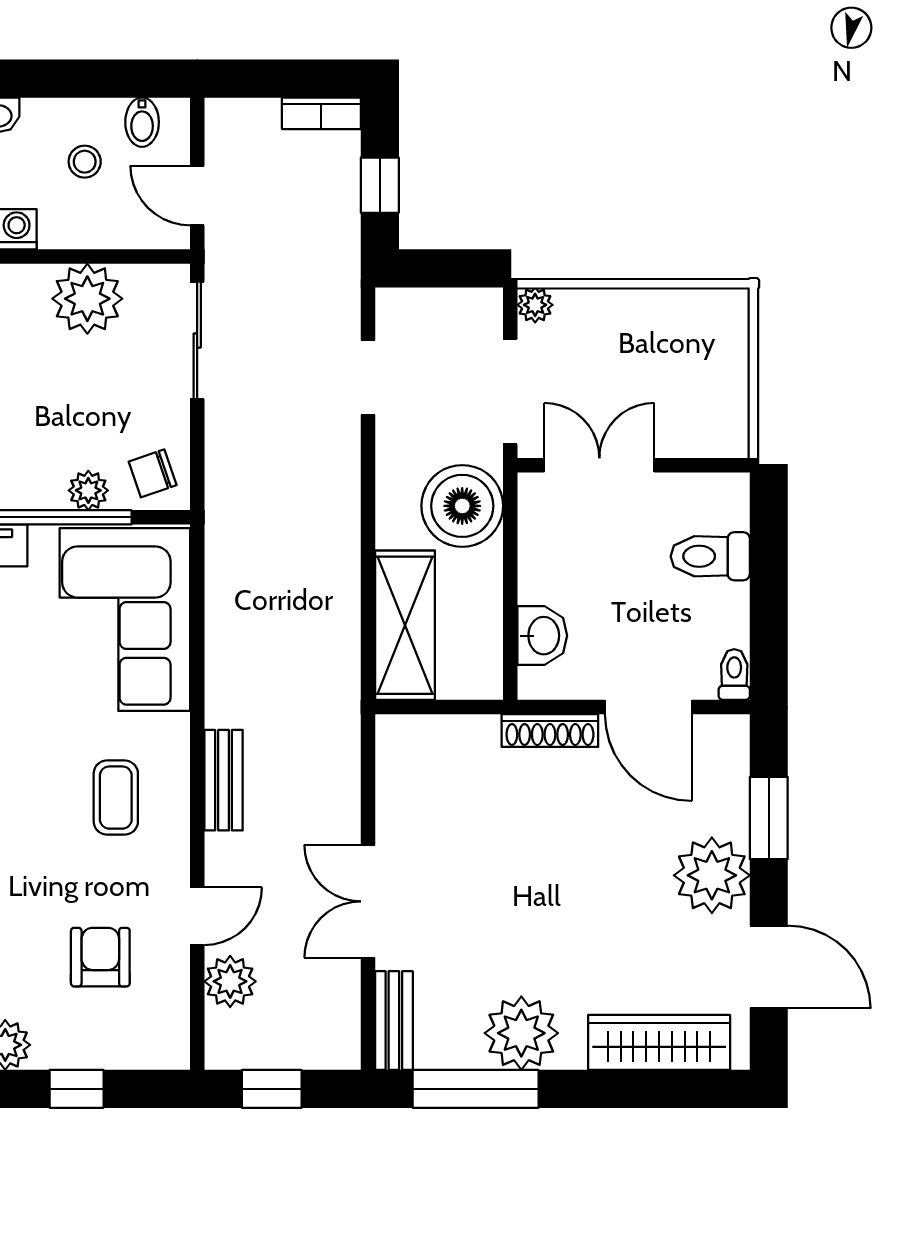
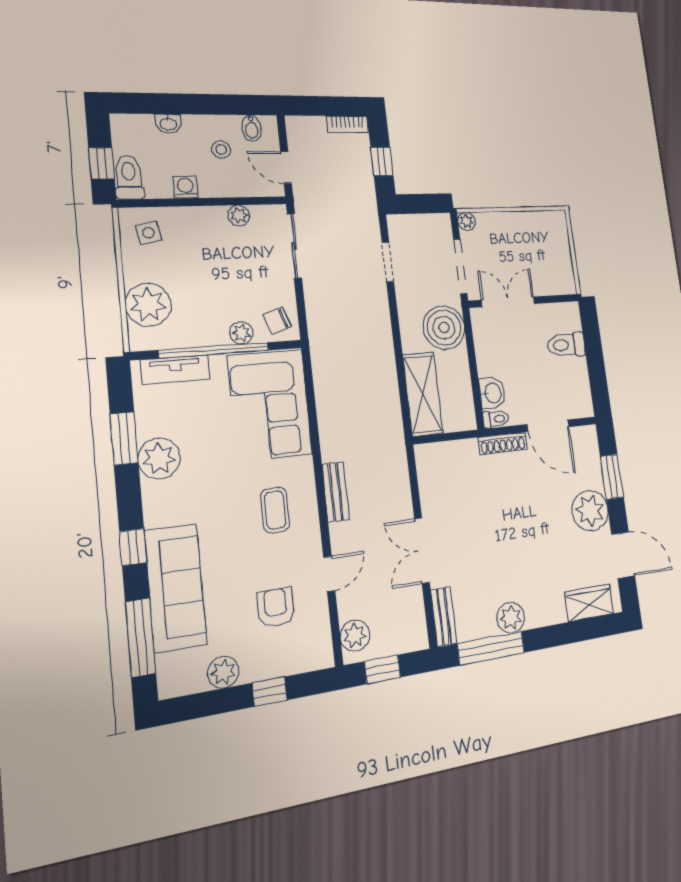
plant: (87, 299) -> (239, 215), width x0.53, depth x0.53
toilet: (734, 675) -> (496, 419), moved, turned 90
plant: (230, 981) -> (355, 636), moved
plant: (521, 1033) -> (511, 618), width x0.73, depth x0.73
wardrobe: (659, 1042) -> (589, 603), width x0.67

